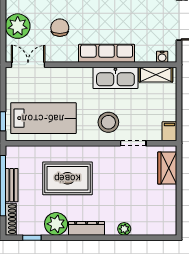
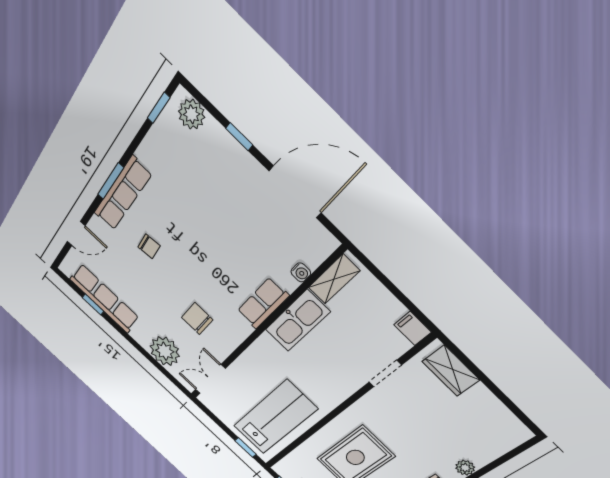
row of seats: (107, 53) -> (263, 303), width x0.68
water cooler: (162, 57) -> (301, 272), moved
stool: (108, 122) -> (338, 372), removed

